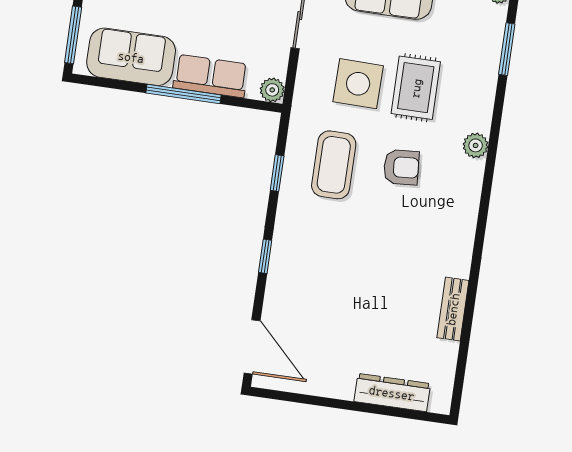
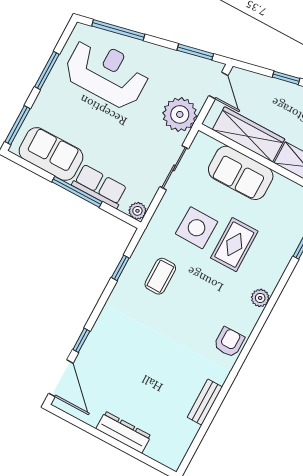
coffee table: (334, 165) -> (160, 276), width x0.73, depth x0.77
armchair: (401, 167) -> (229, 342), moved, turned -86
window: (265, 256) -> (81, 340), moved
dresser: (392, 393) -> (123, 432), moved

